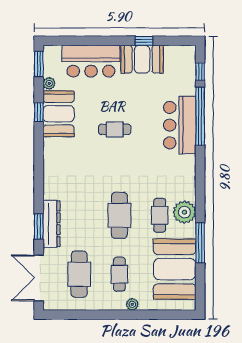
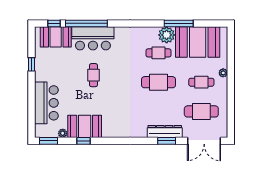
booth: (142, 59) -> (56, 37), moved, turned 90
cafe table: (115, 129) -> (93, 75), moved
plant: (184, 212) -> (167, 35), moved

